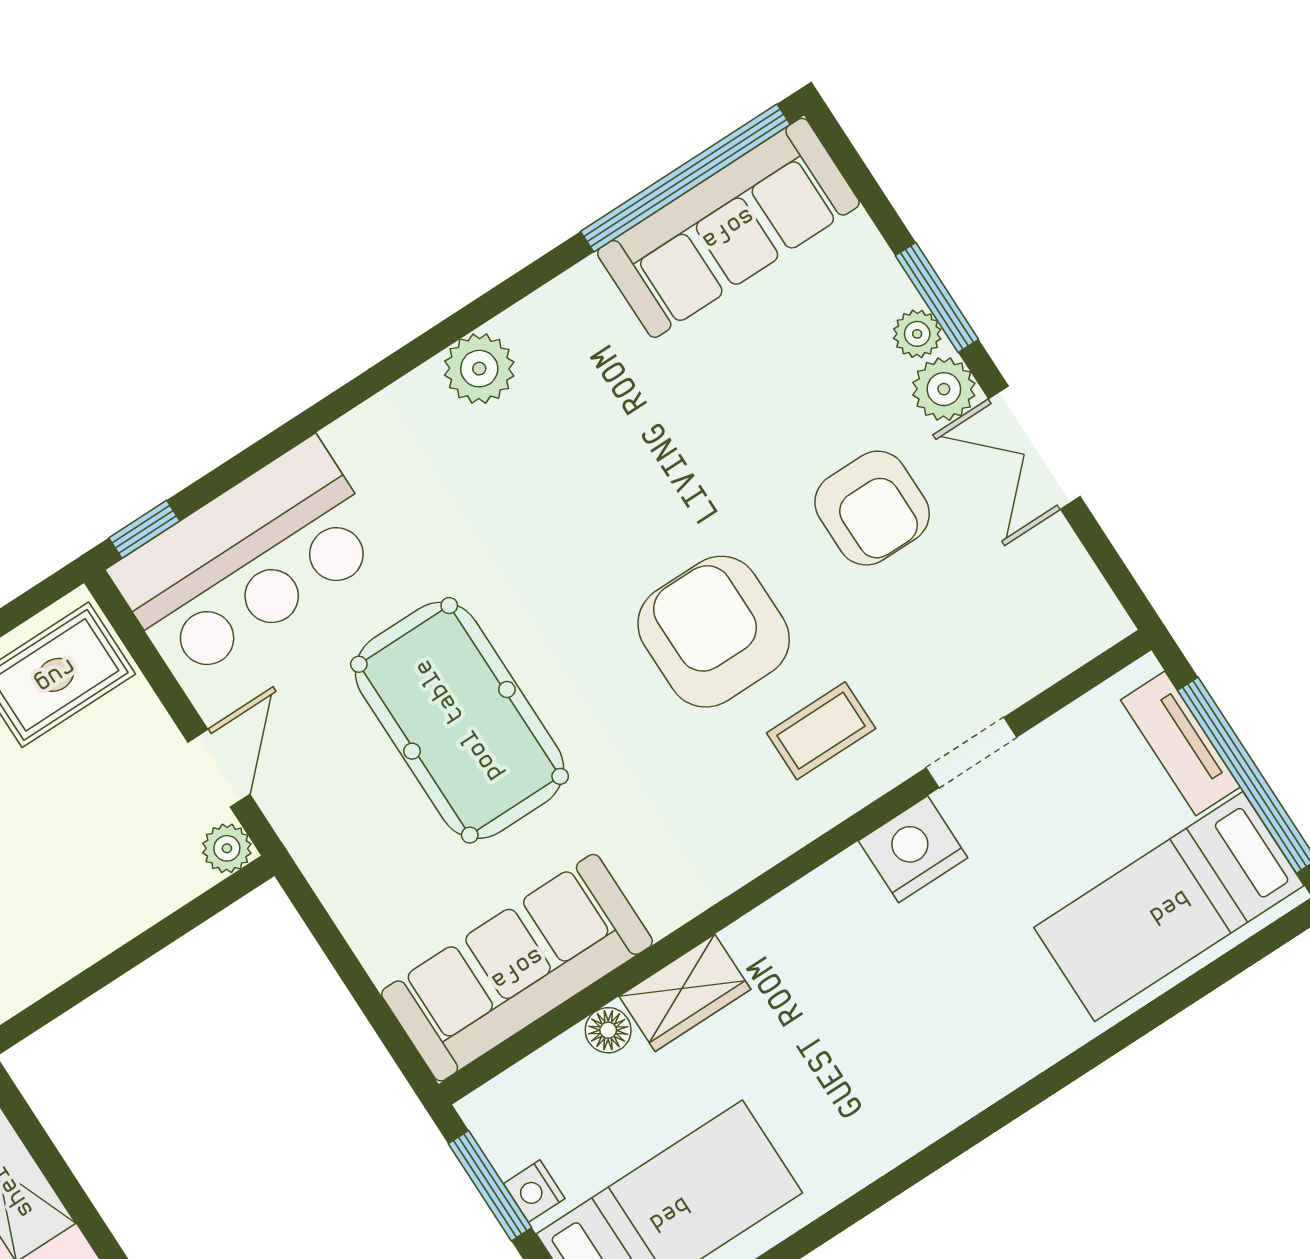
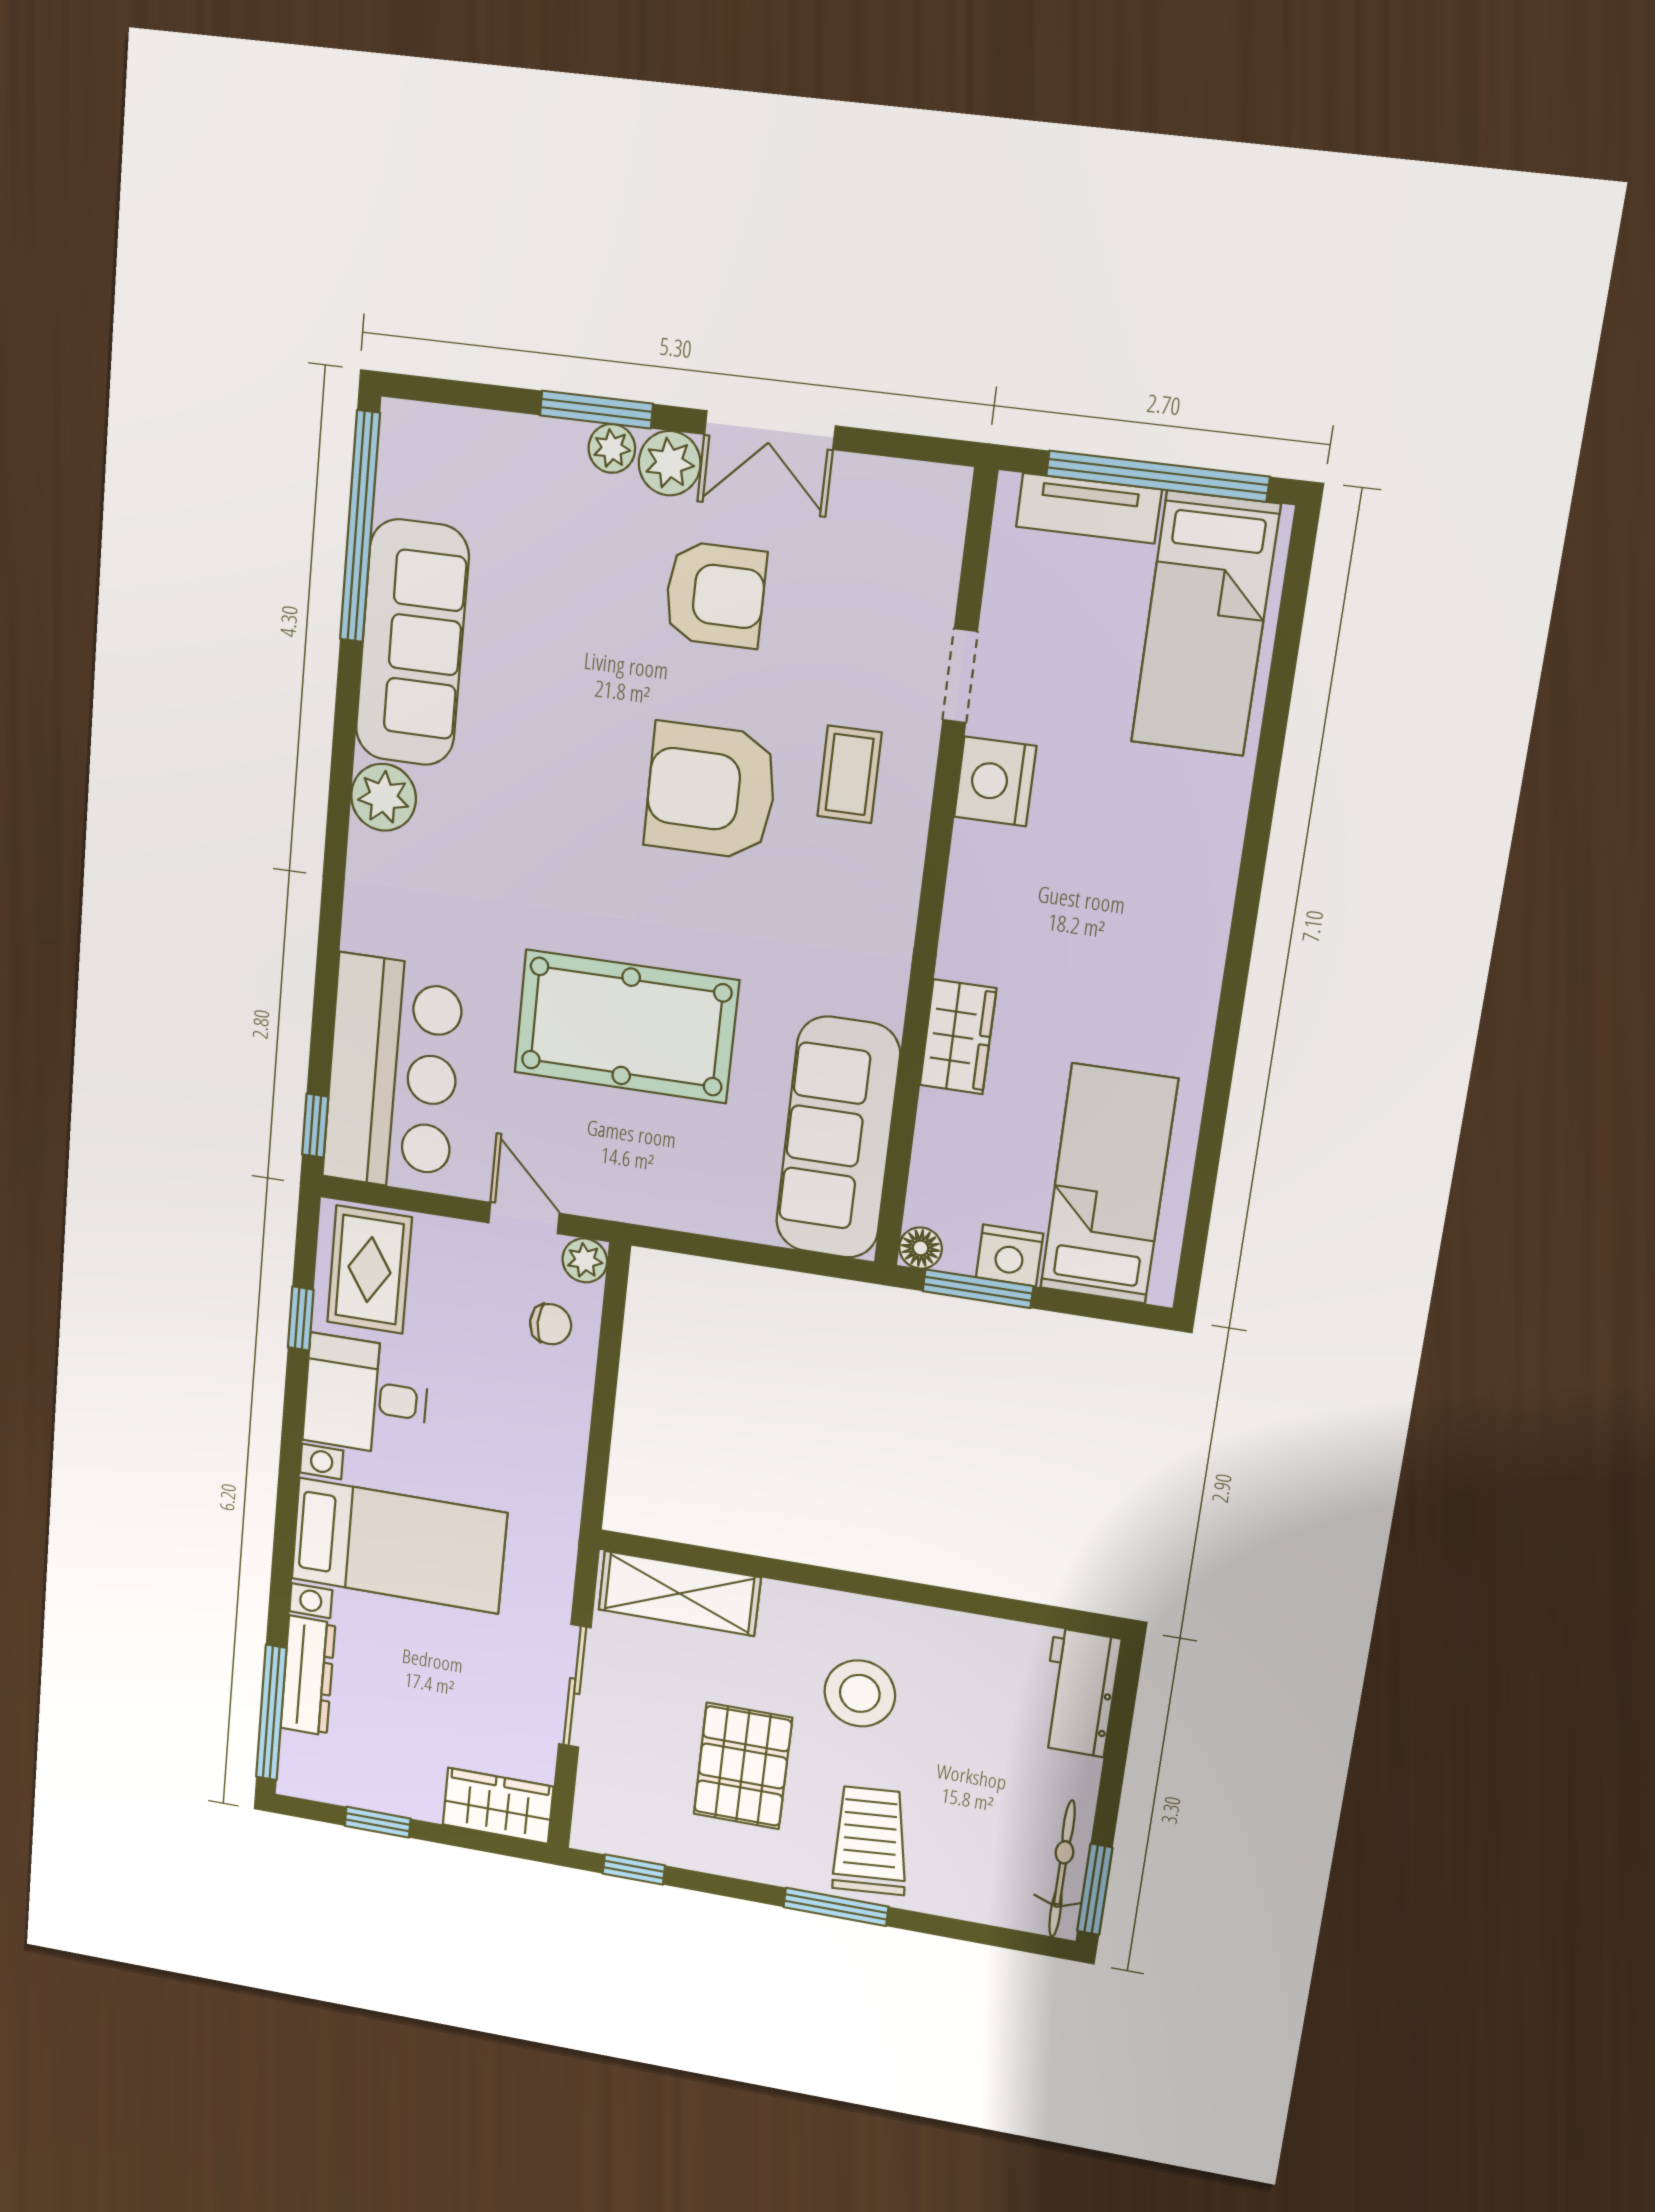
sofa: (728, 228) -> (412, 643), moved
chair: (144, 865) -> (551, 1324), added
floor lamp: (608, 1030) -> (921, 1248), moved
nightstand: (534, 1191) -> (1010, 1255), width x1.39, depth x1.35

